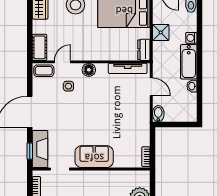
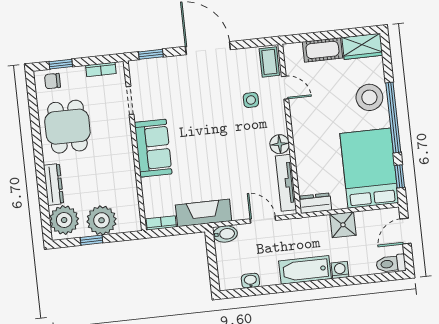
cot: (40, 47) -> (322, 50), moved
floor lamp: (89, 70) -> (280, 144), moved
washbasin: (192, 86) -> (250, 281), moved
door: (151, 87) -> (263, 220), swing flipped
fireplace: (40, 149) -> (204, 213), moved, turned 180

